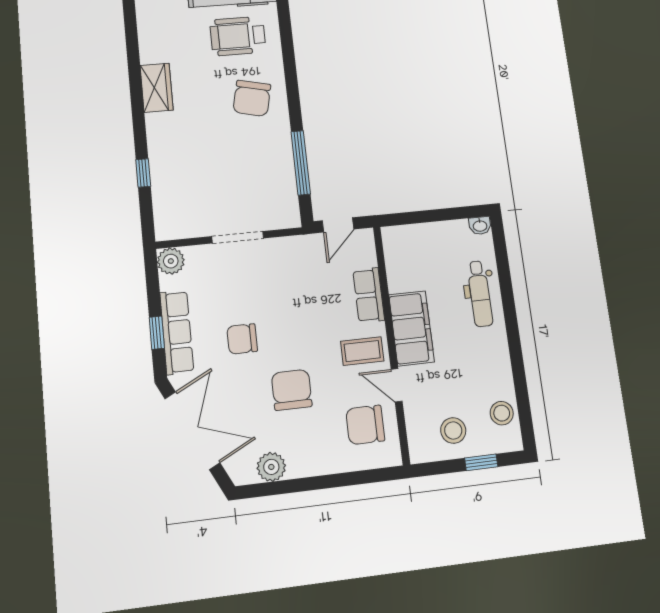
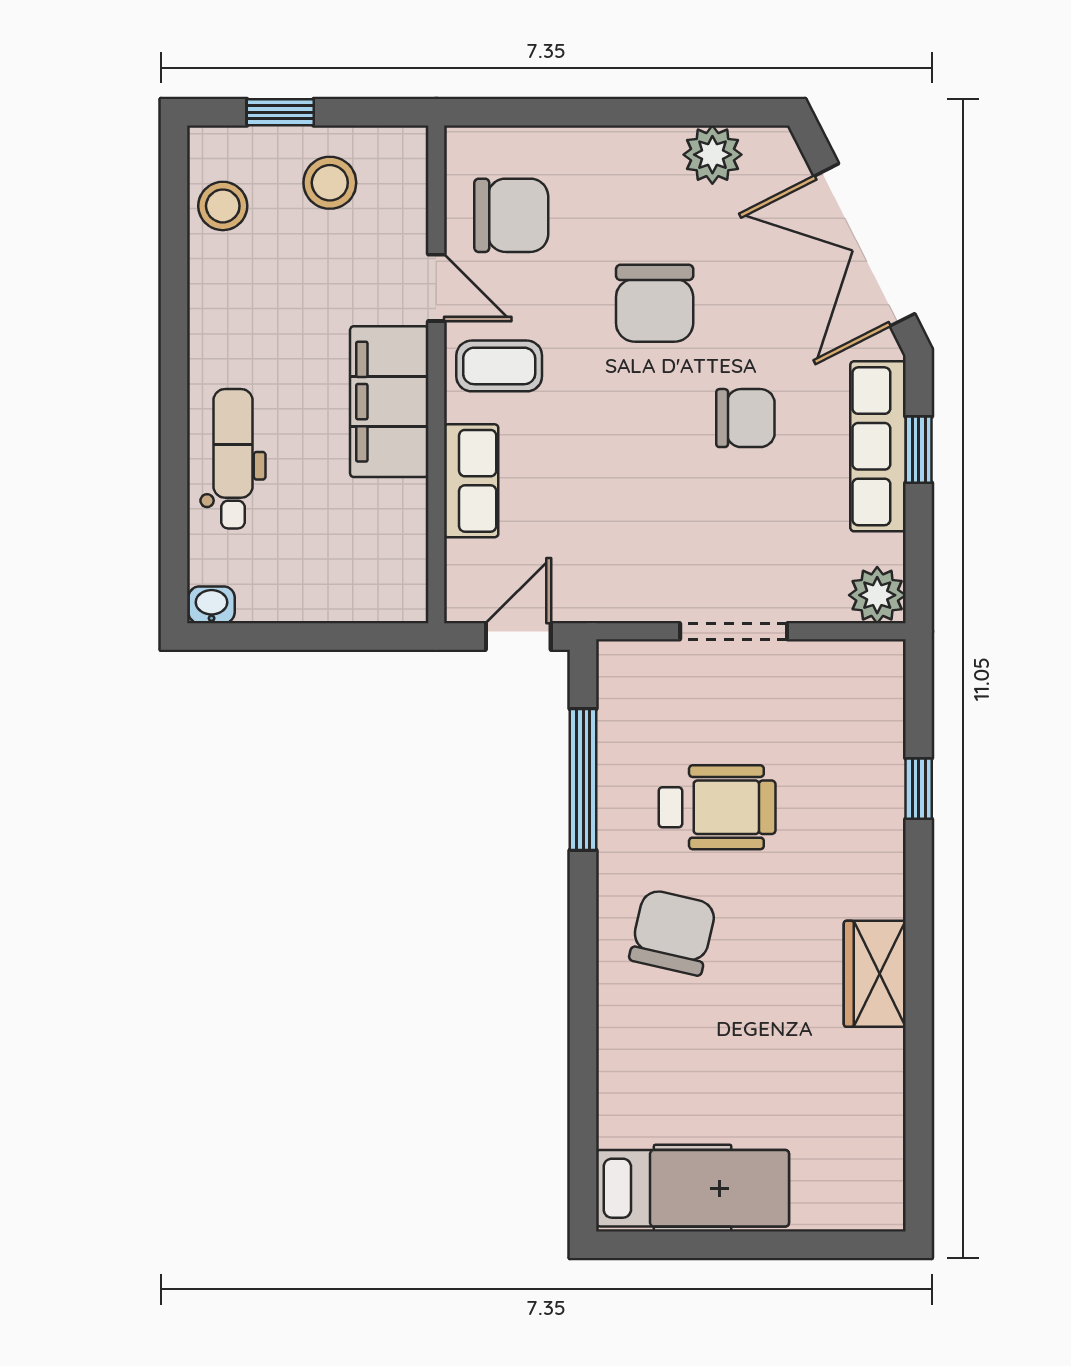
wheelchair: (238, 36) -> (717, 807), moved

